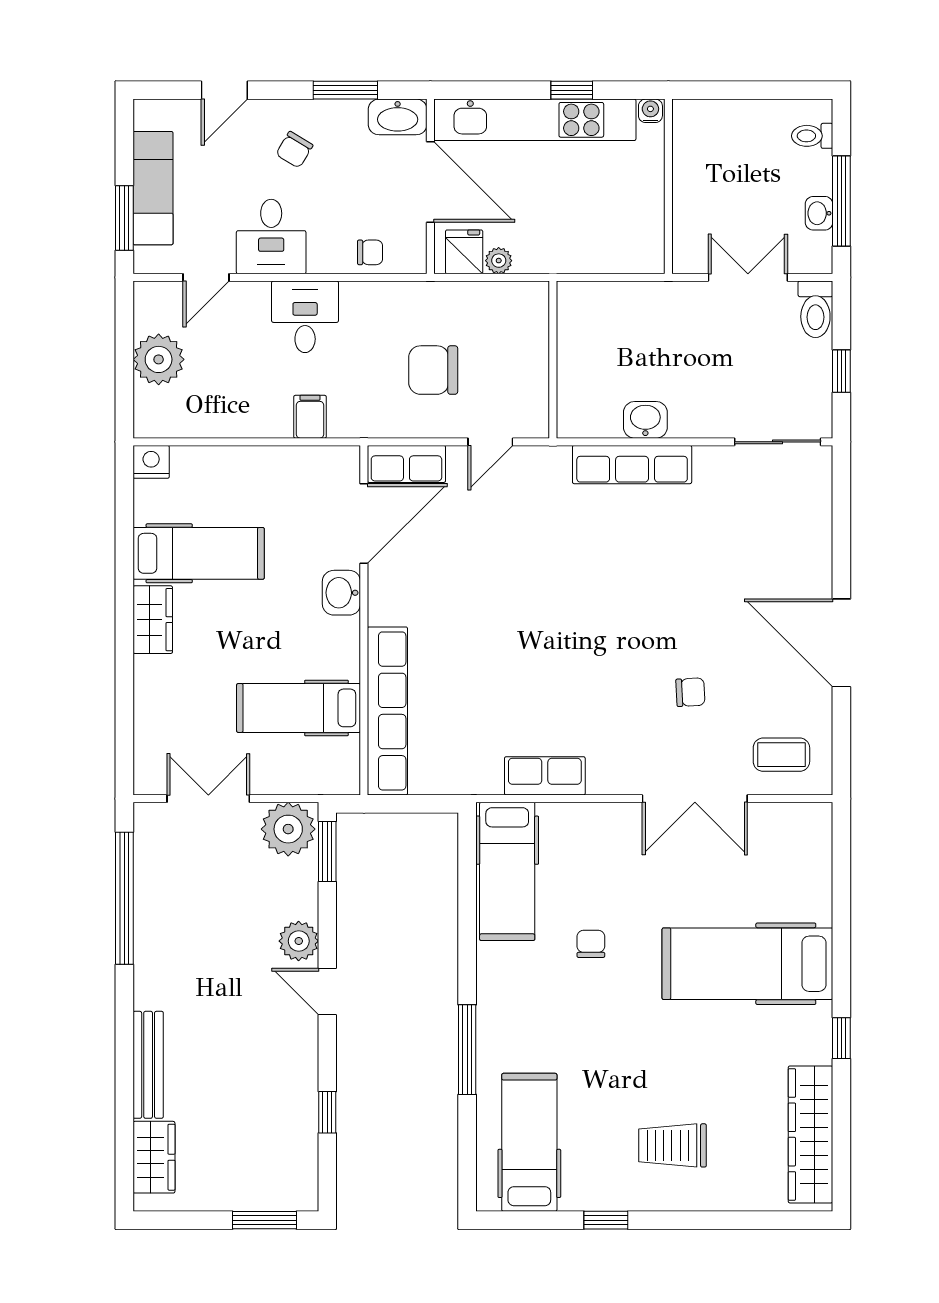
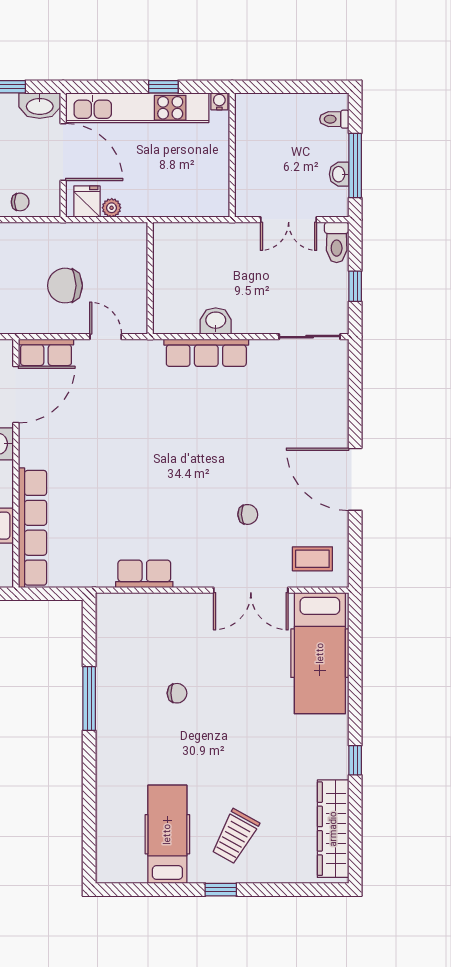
double door: (748, 277) -> (289, 220), swing flipped
door: (490, 442) -> (106, 337), swing flipped
hospital bed: (507, 871) -> (118, 642), removed
chair: (591, 944) -> (177, 693), turned 90
hospital bed: (747, 964) -> (320, 653), moved, turned -90
window: (467, 1050) -> (89, 699), moved
hospital bed: (529, 1142) -> (167, 834), moved
trolley: (672, 1145) -> (235, 836), turned -61
window: (606, 1220) -> (221, 890), moved

